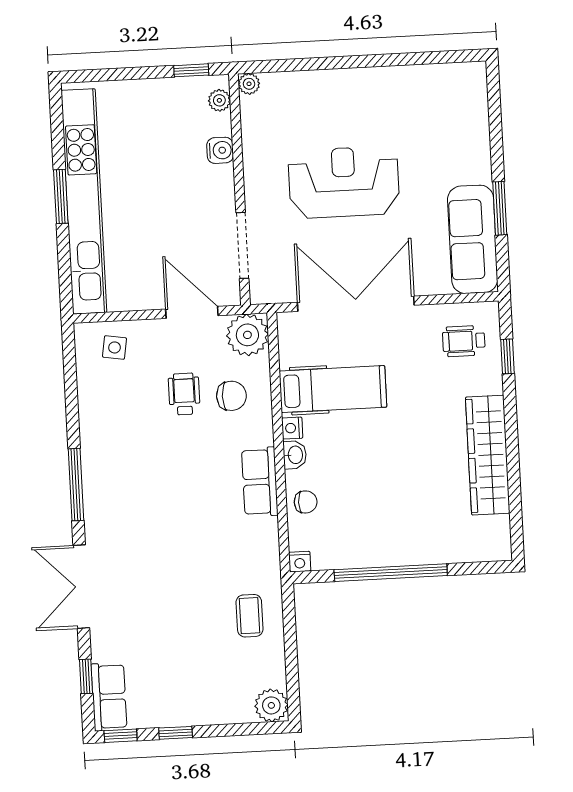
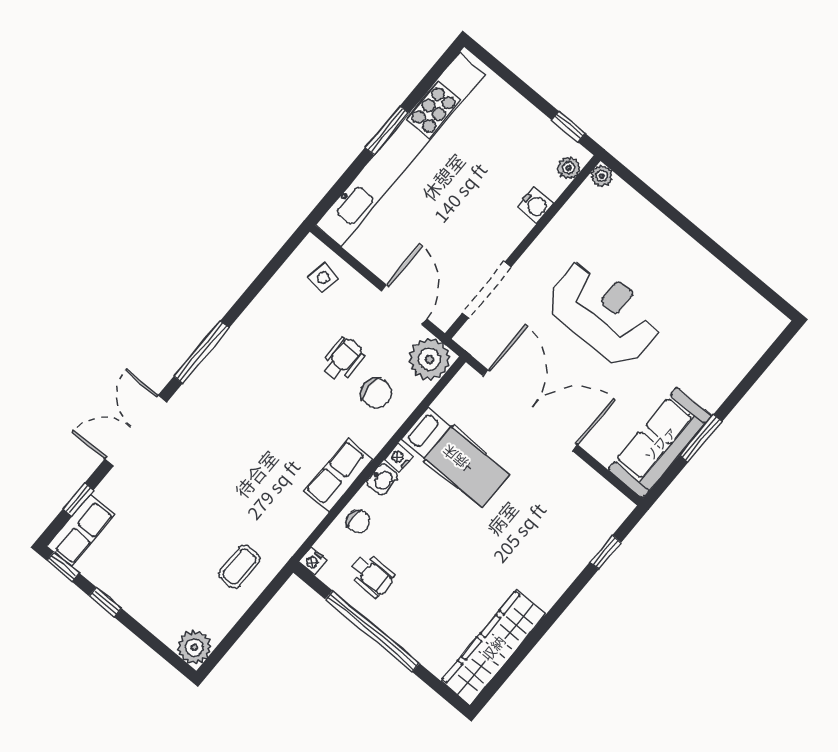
wheelchair: (464, 341) -> (372, 575), moved, turned 180
wardrobe: (488, 455) -> (493, 648), moved

